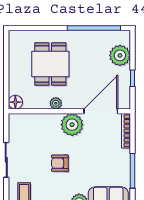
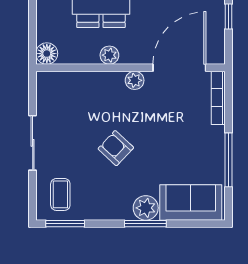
plant: (72, 125) -> (135, 80), width x0.53, depth x0.53
armchair: (60, 163) -> (116, 148), turned 43

